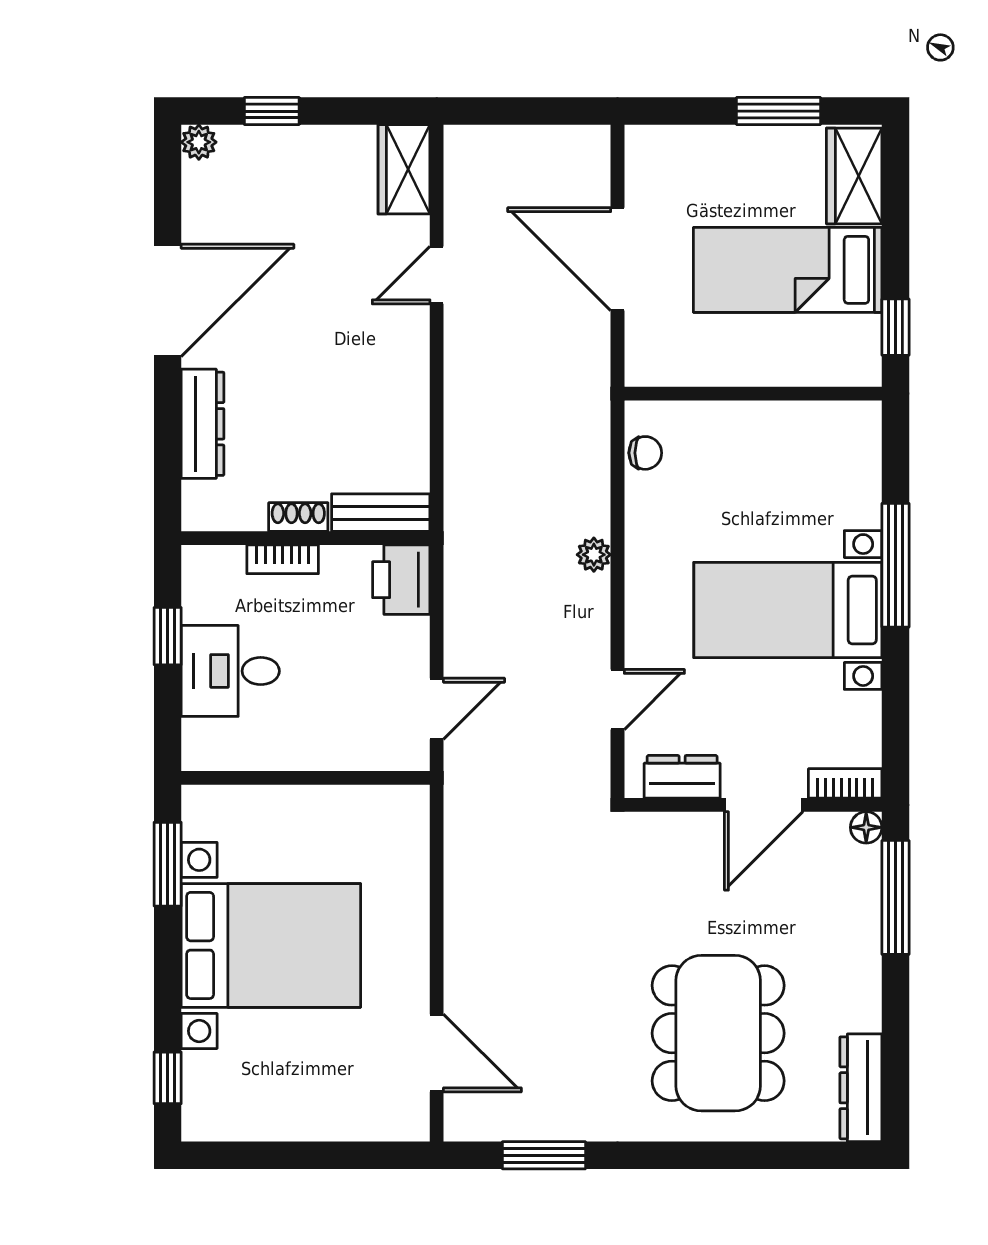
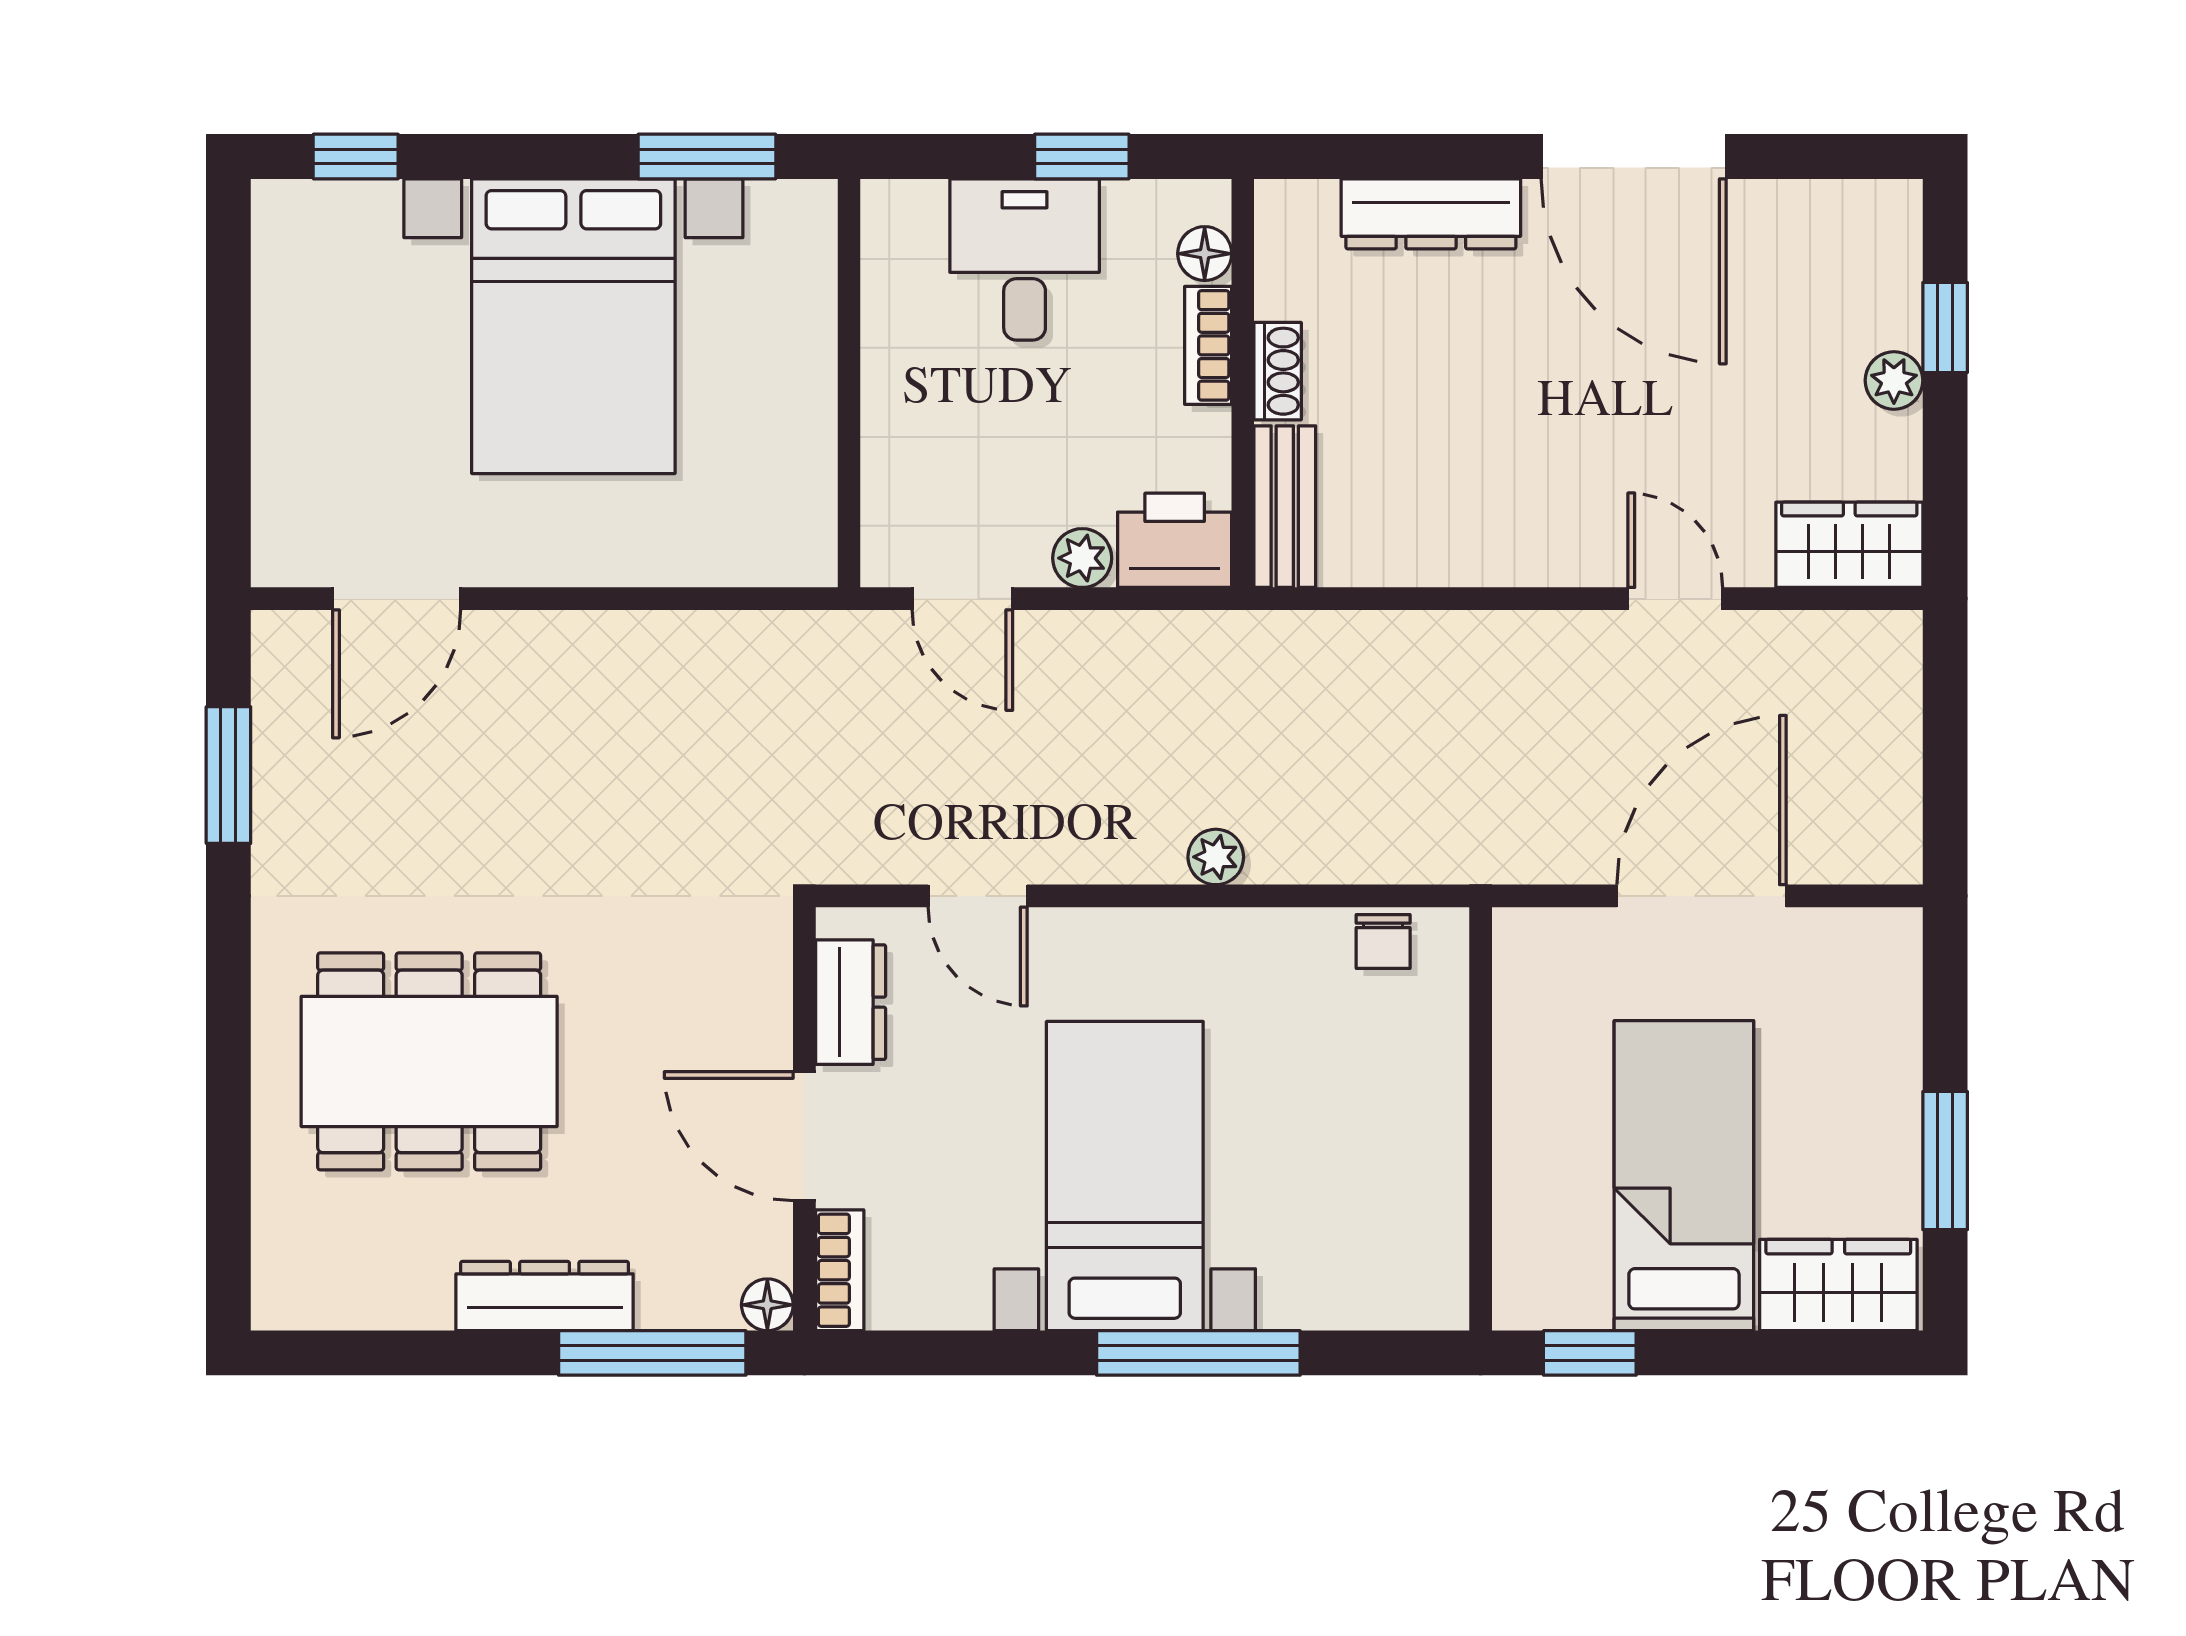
plant: (199, 142) -> (1894, 380), moved
floor lamp: (227, 561) -> (1205, 254), added
plant: (412, 636) -> (1082, 558), added
dresser: (861, 1088) -> (545, 1296), moved

